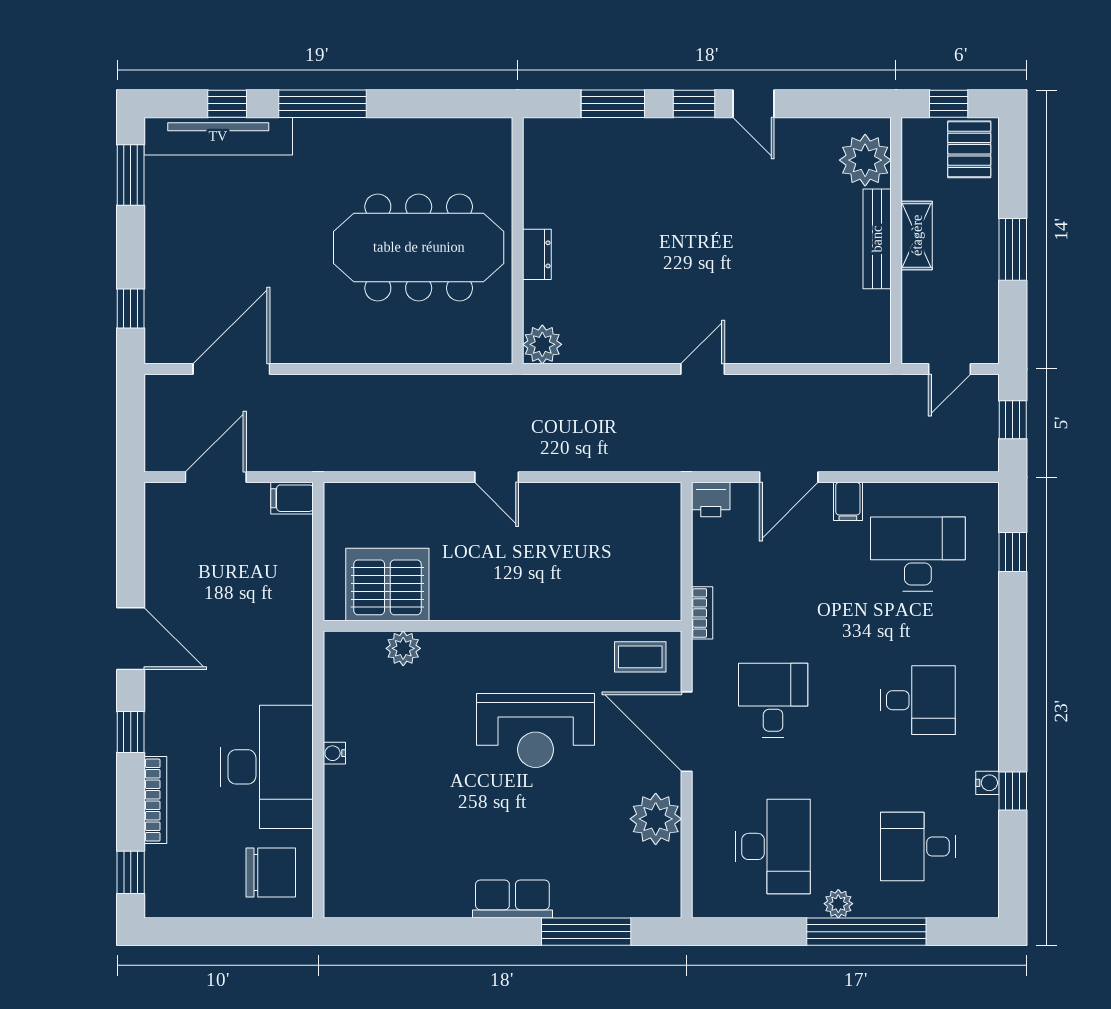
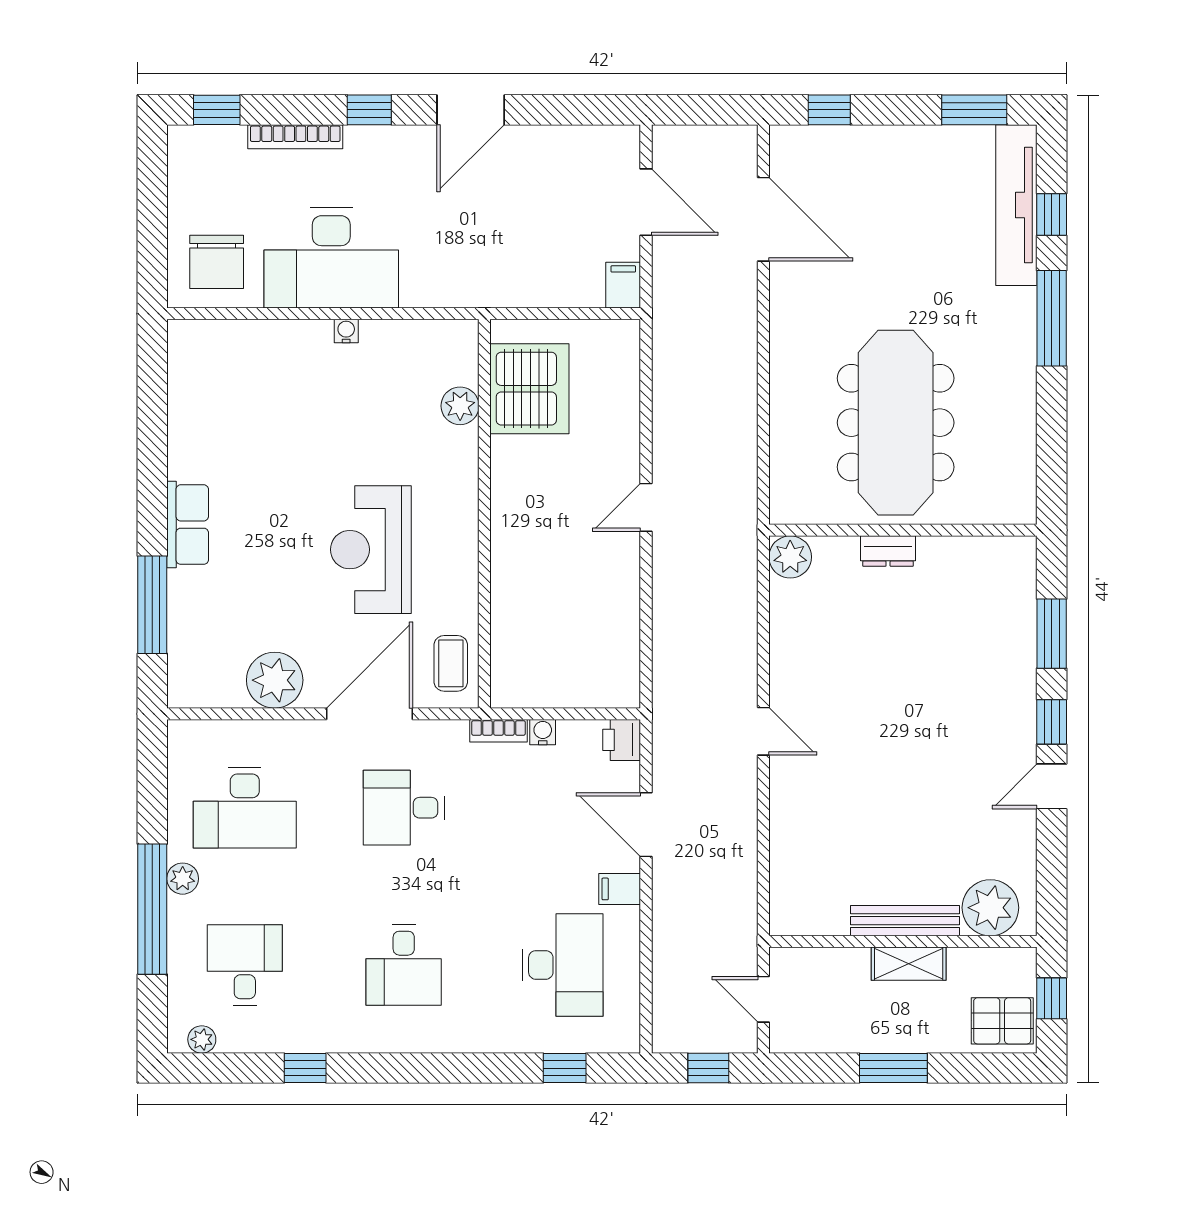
desk: (773, 700) -> (404, 808), turned 180
water cooler: (987, 783) -> (543, 732), moved, turned 180
plant: (986, 886) -> (202, 1039), added

